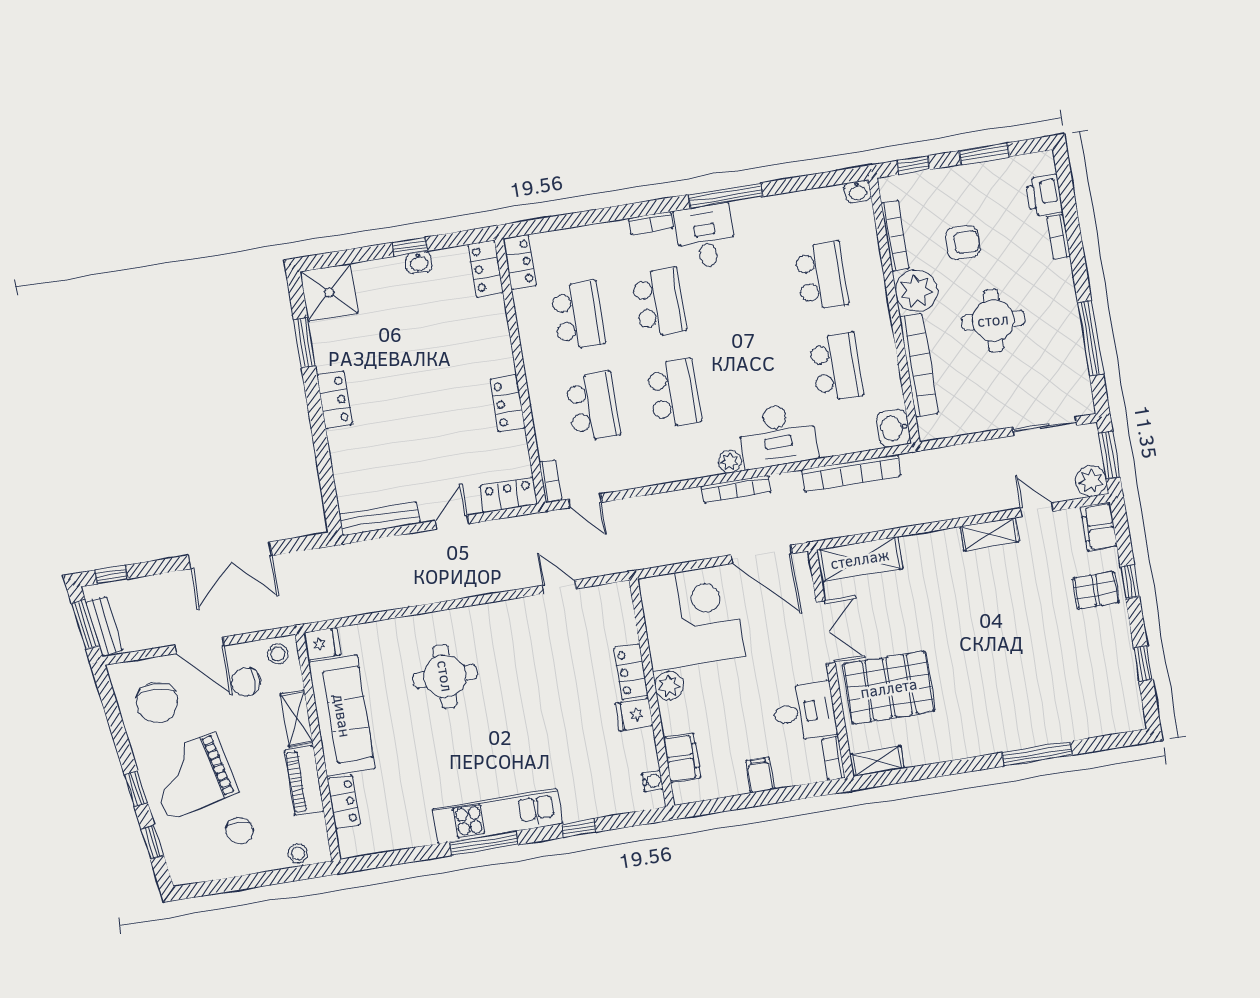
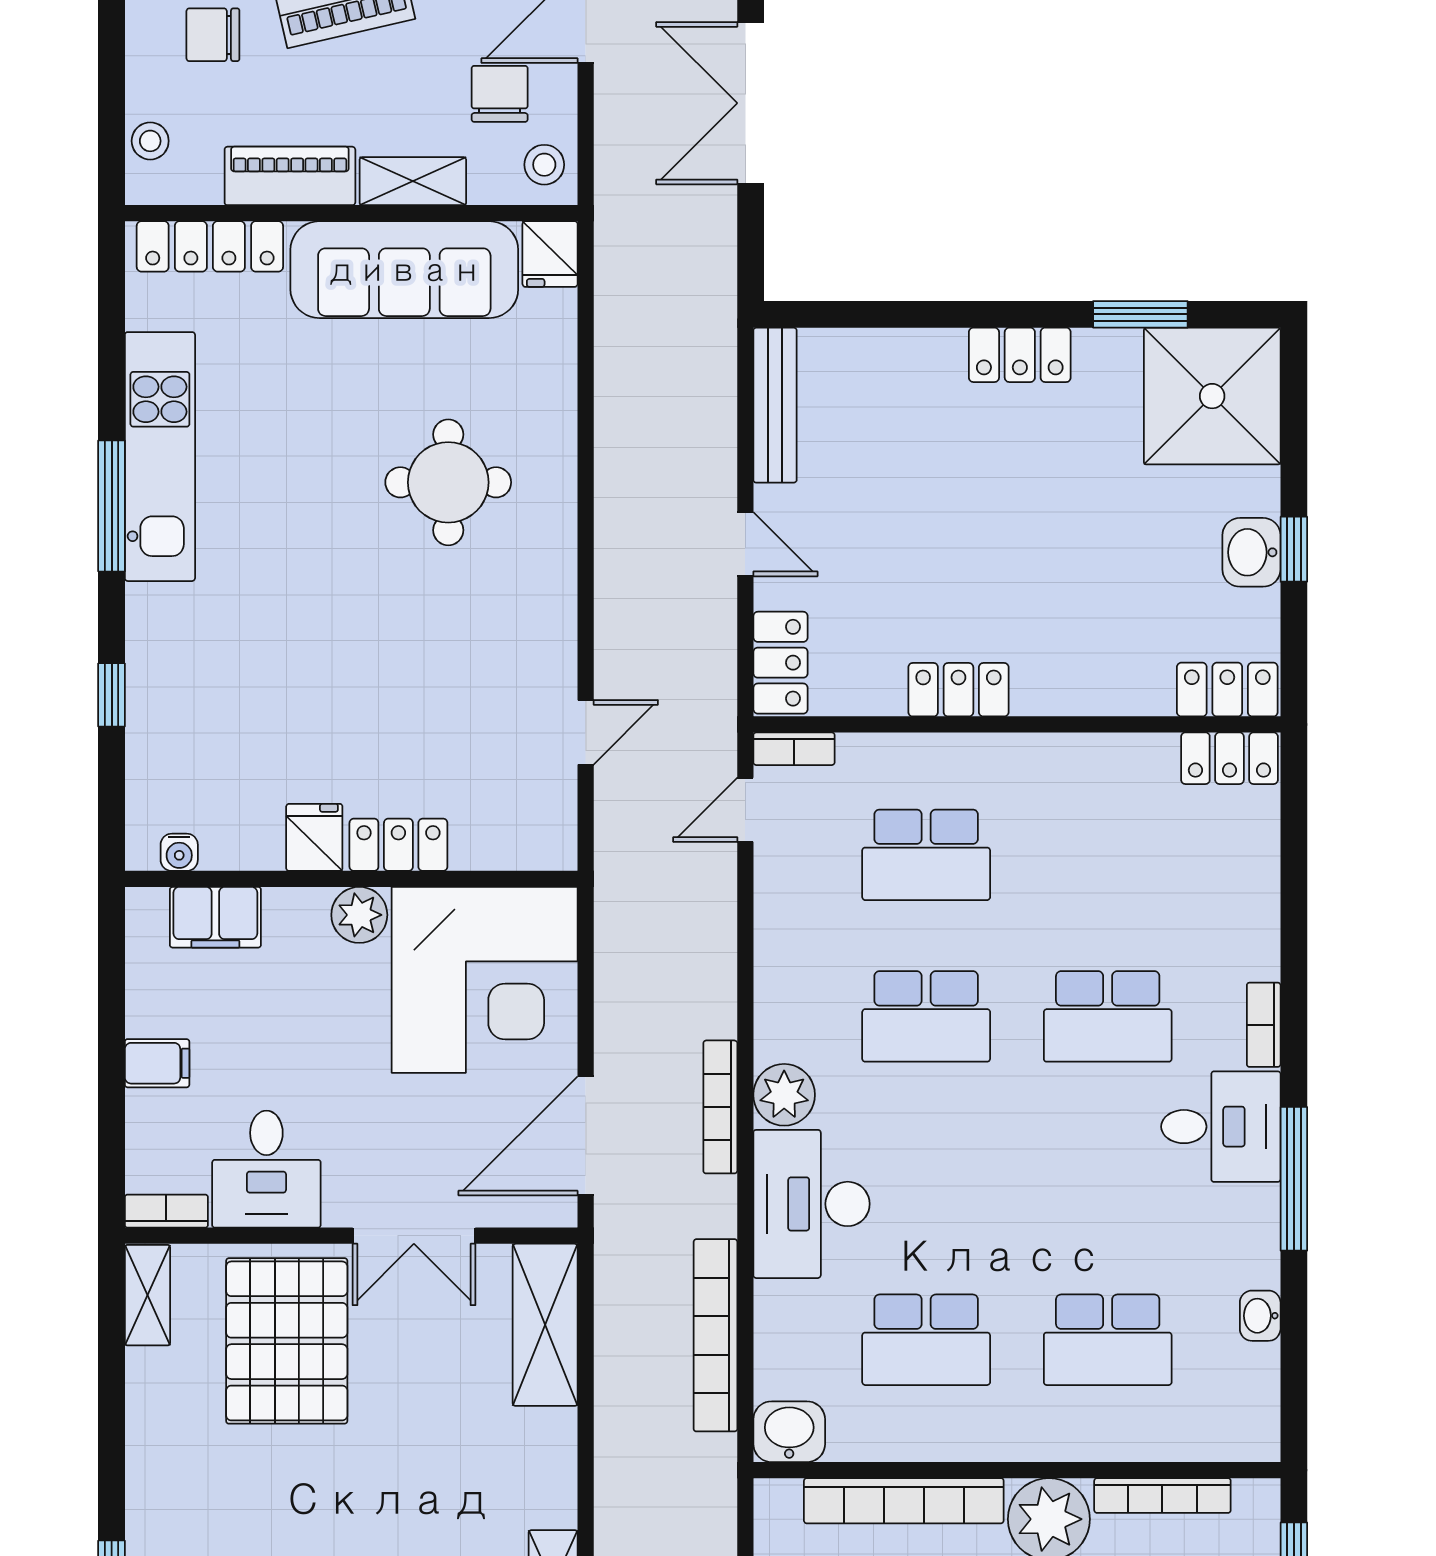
washbasin: (858, 191) -> (1260, 1316), moved
washbasin: (419, 262) -> (1251, 552), width x1.38, depth x1.45
shower: (329, 292) -> (1212, 396), width x1.37, depth x1.37
school desk: (578, 315) -> (1108, 855), removed
plant: (730, 462) -> (784, 1095), width x1.38, depth x1.38
locker: (344, 802) -> (210, 246), width x1.53
kitchen unit: (498, 816) -> (160, 457), moved

